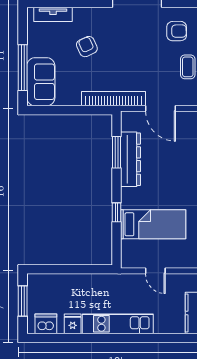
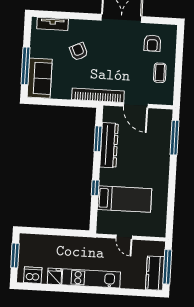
armchair: (177, 31) -> (152, 43), turned 91

